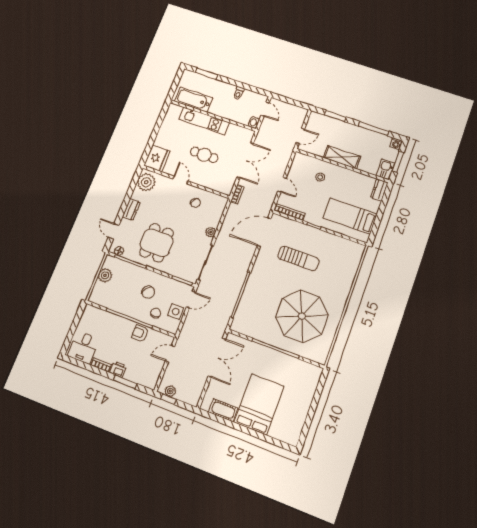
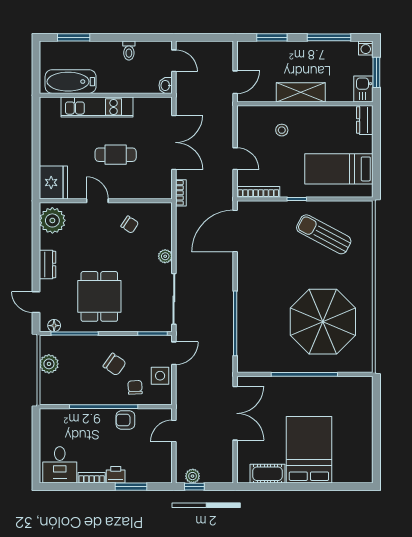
sun lounger: (298, 258) -> (324, 234), moved, turned -152

